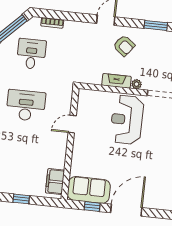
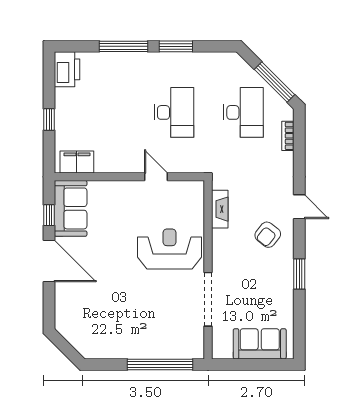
desk: (31, 54) -> (244, 112), width x1.37
fireplace: (116, 81) -> (220, 209), moved
plant: (137, 84) -> (218, 257), removed

